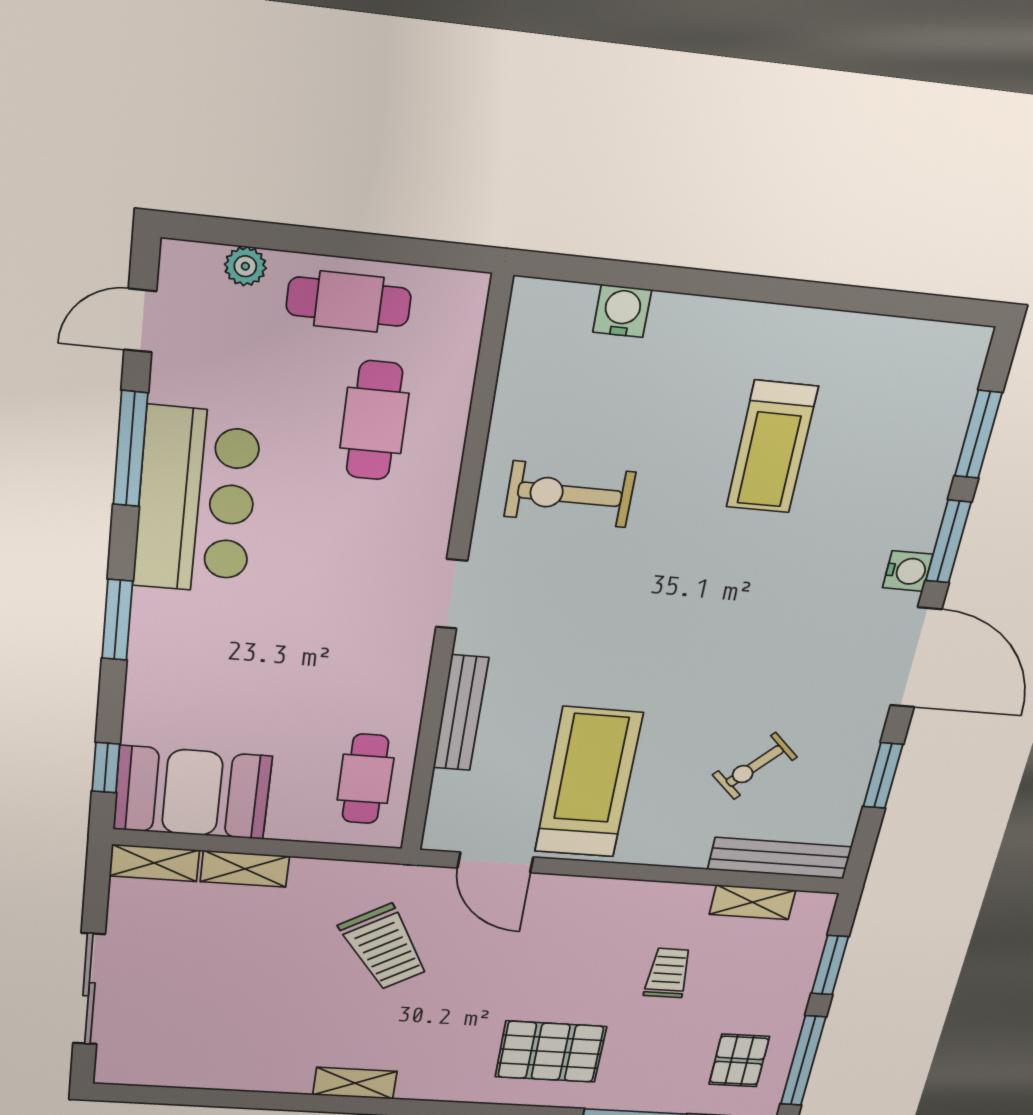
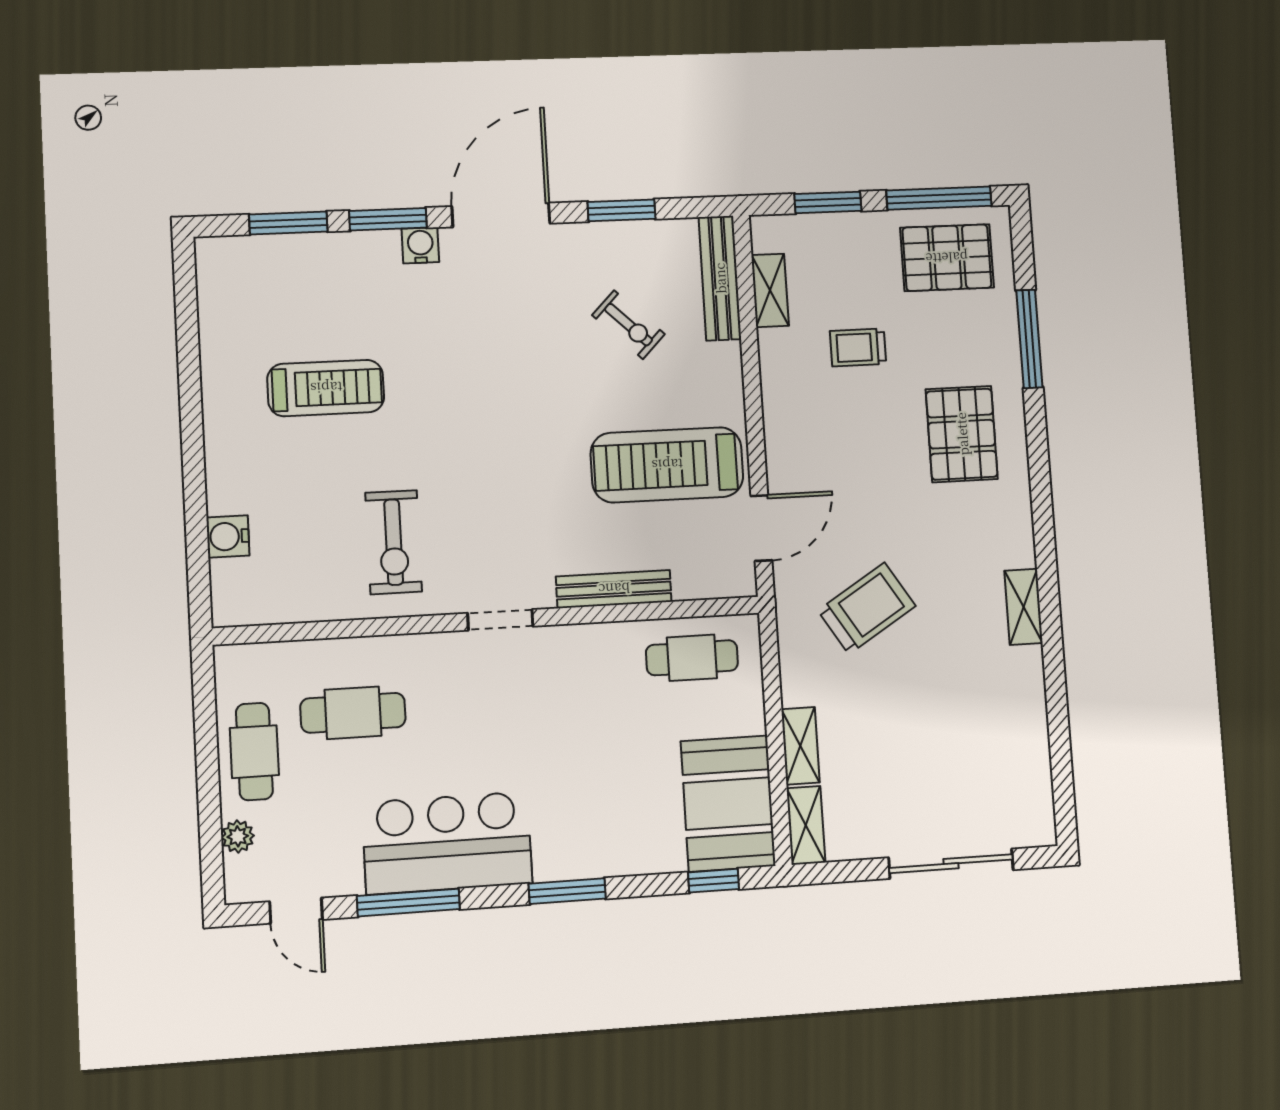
pallet: (739, 1060) -> (947, 258), width x1.50, depth x1.42

